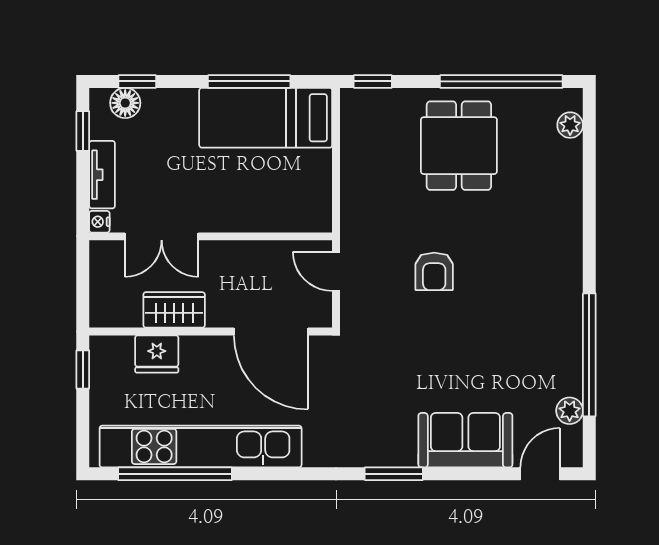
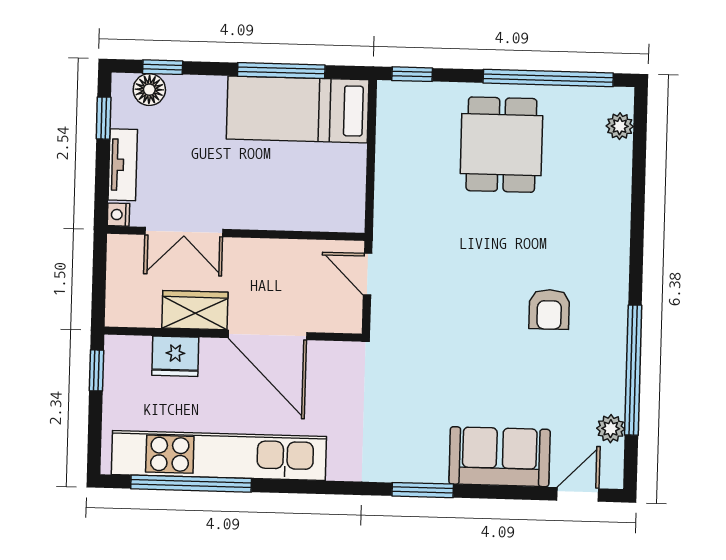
armchair: (434, 271) -> (549, 309), moved
door: (271, 332) -> (267, 335), moved

